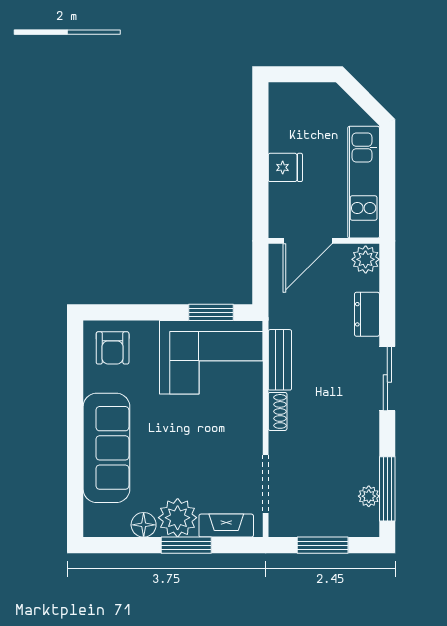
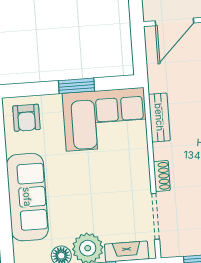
window: (211, 312) -> (77, 86), moved
shoe rack: (278, 411) -> (162, 176), moved

